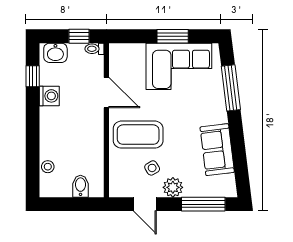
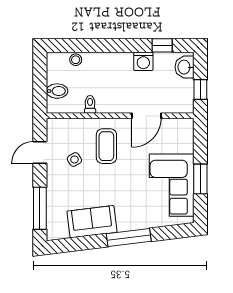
toilet: (94, 49) -> (90, 104), moved
window: (231, 88) -> (129, 237), moved
coffee table: (138, 135) -> (106, 146), width x0.73, depth x0.76
plant: (173, 187) -> (56, 179), removed

